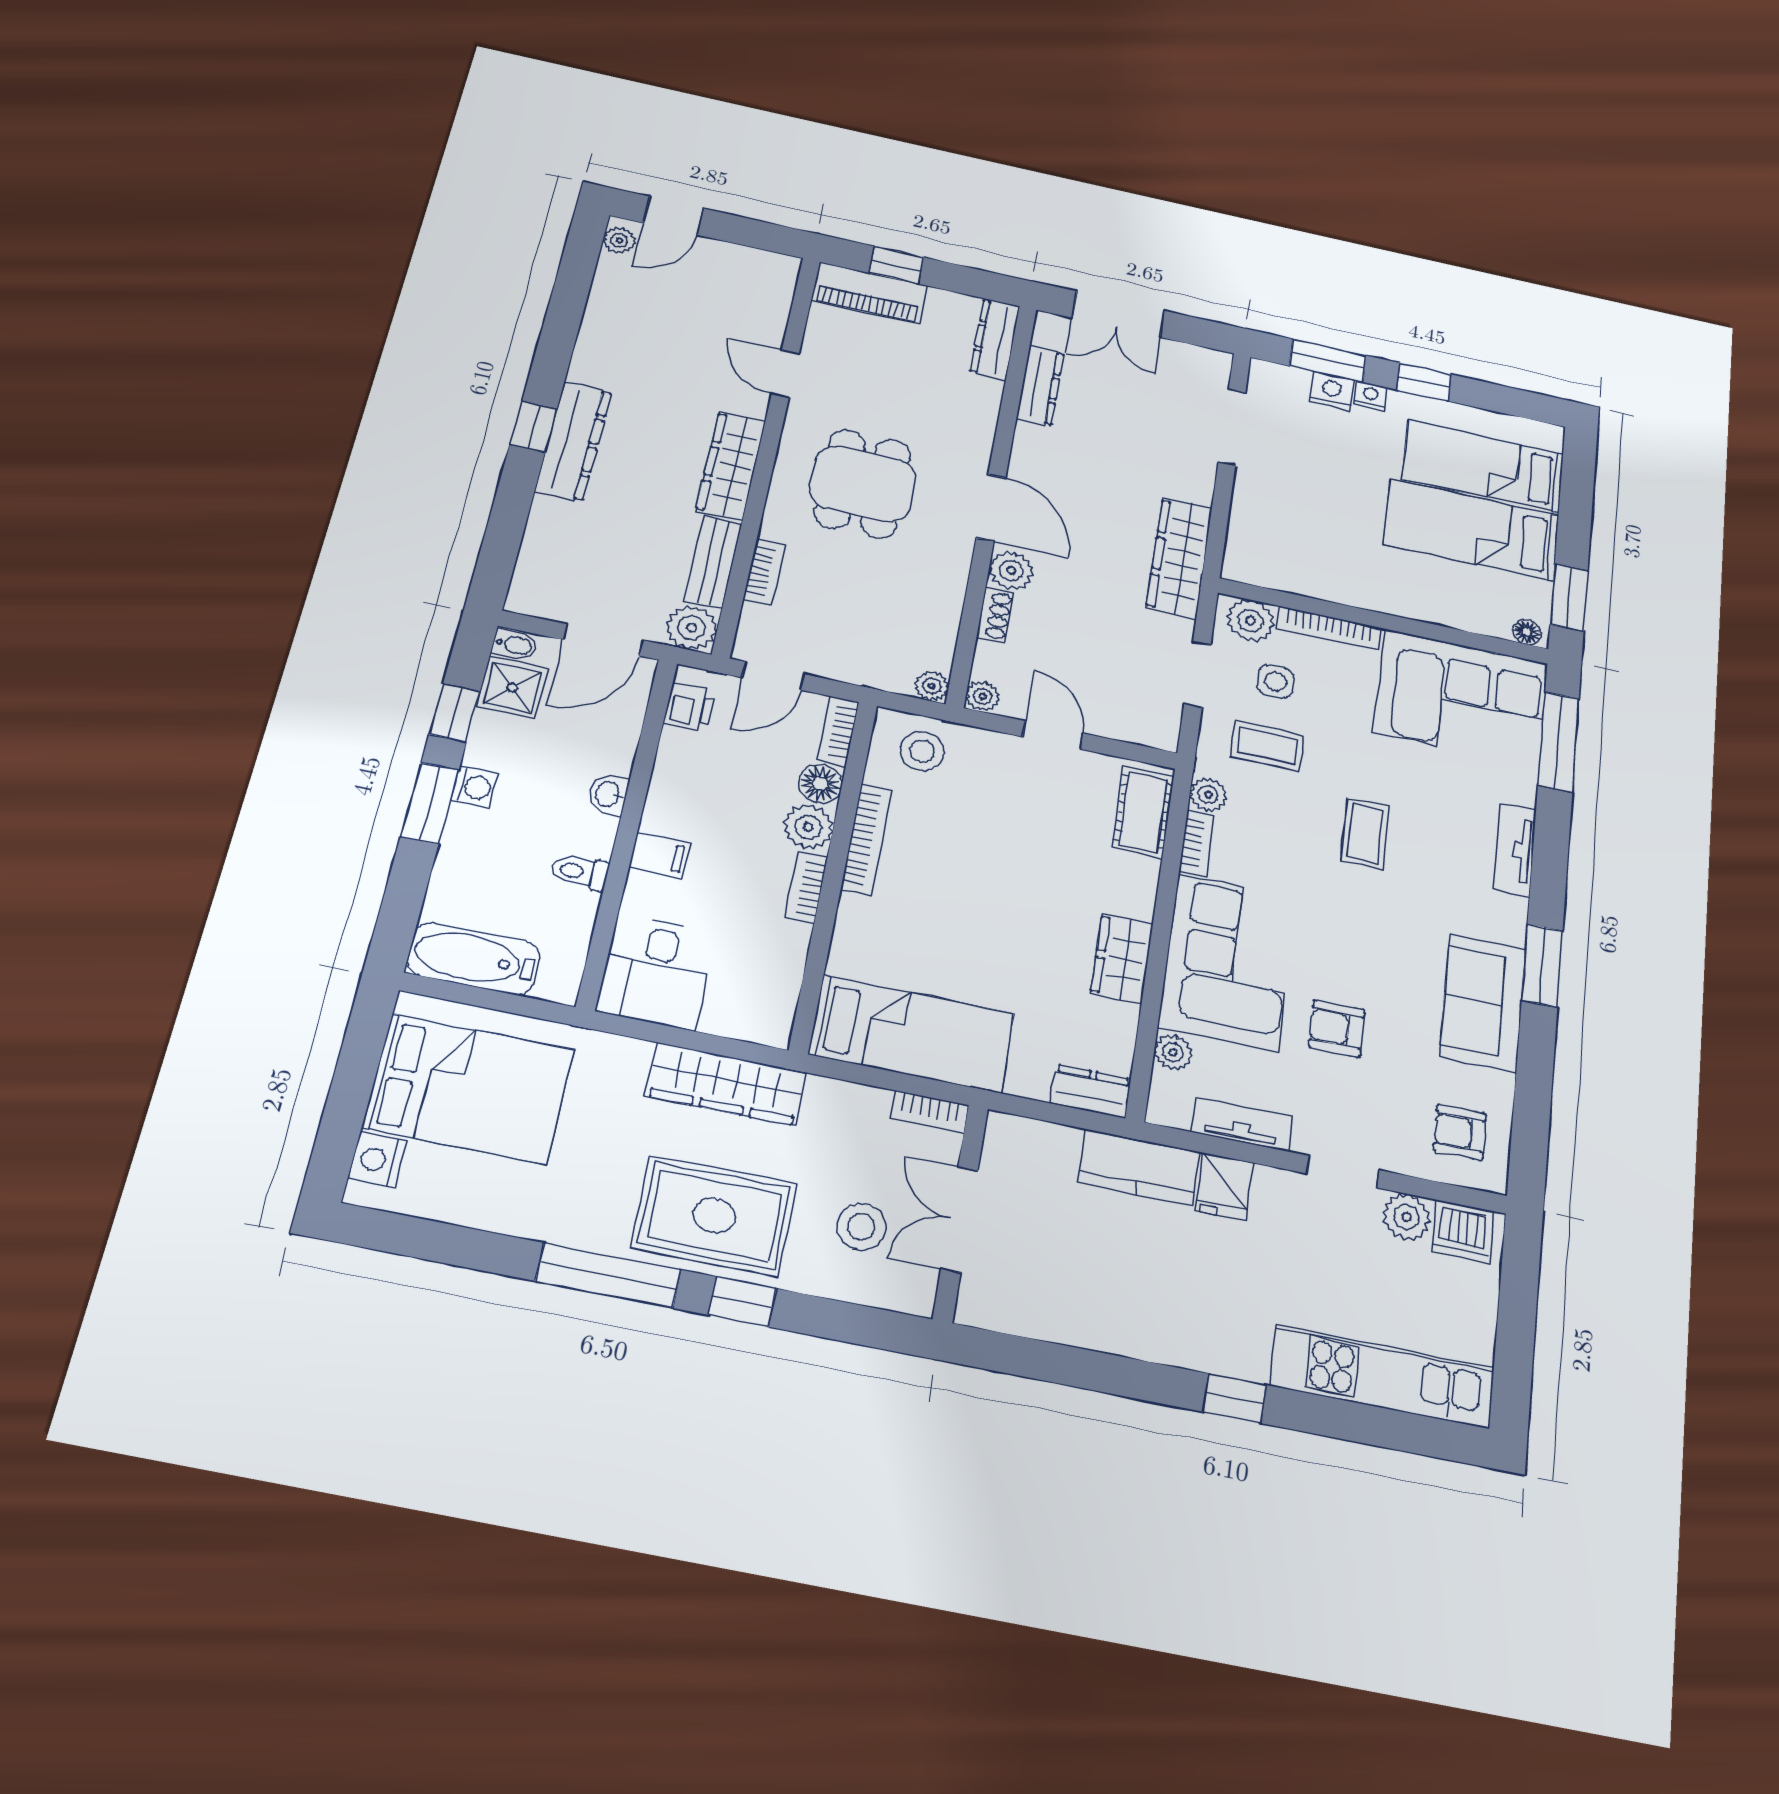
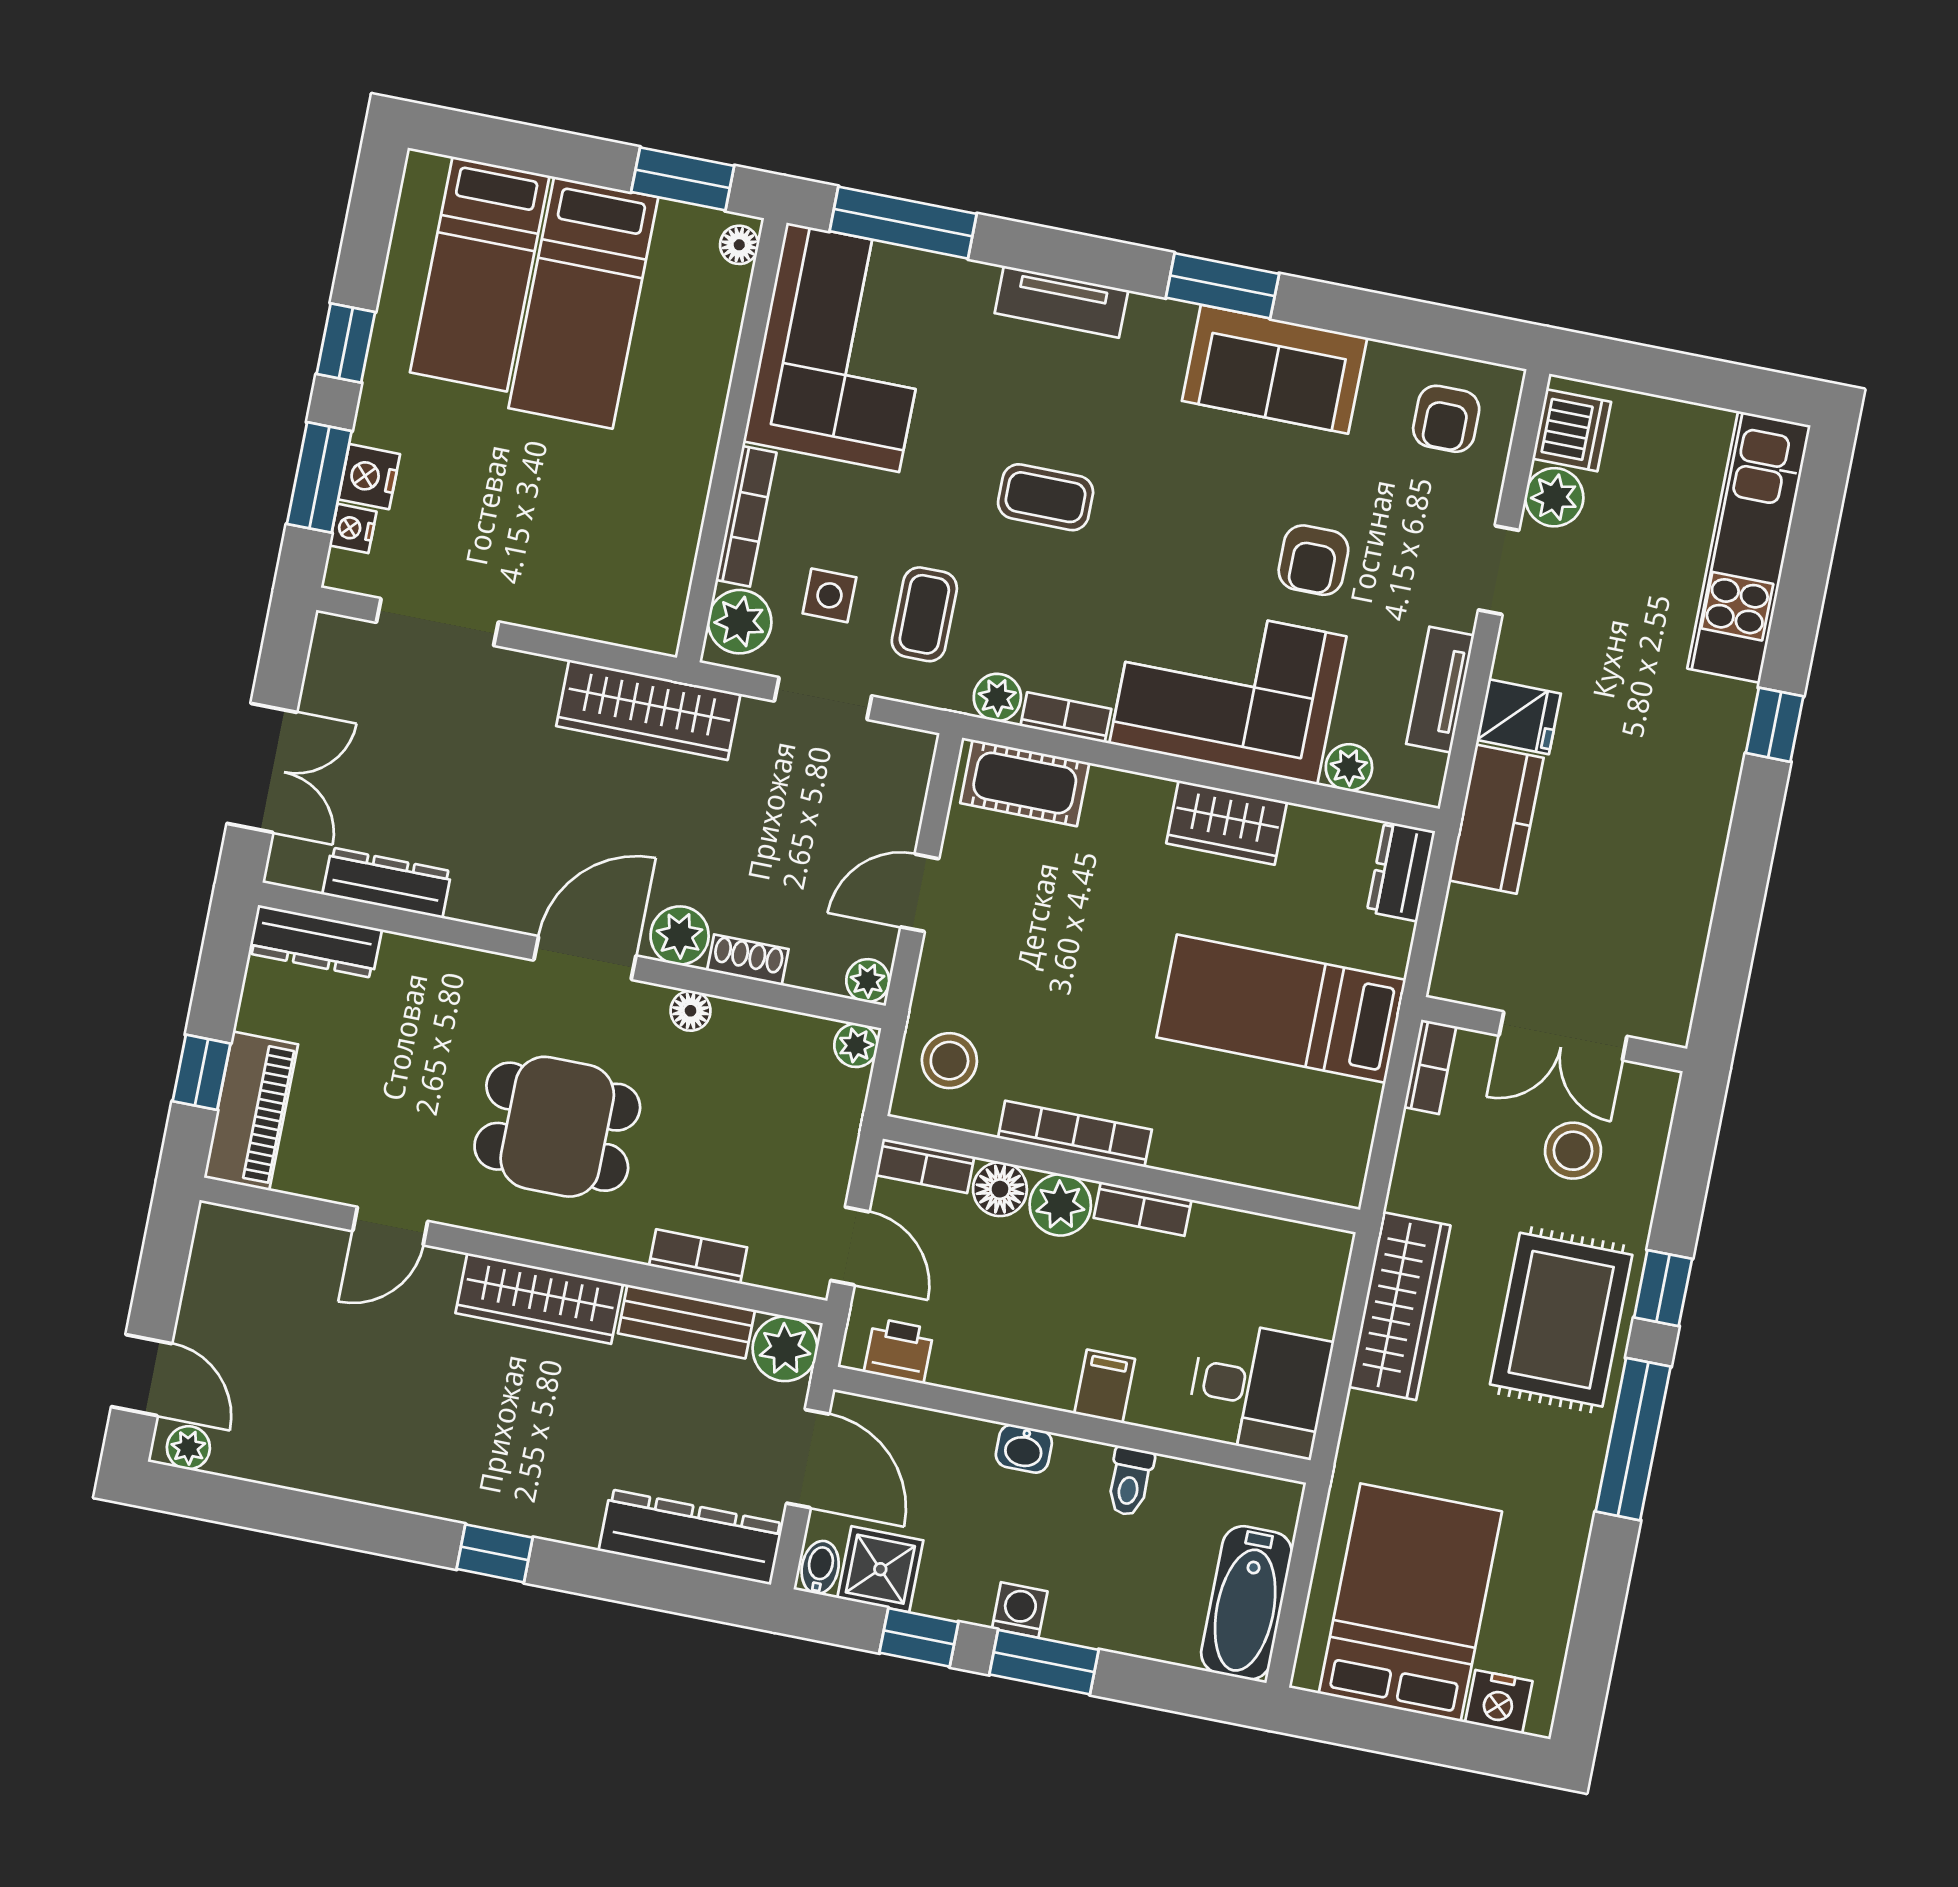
nightstand: (1370, 396) -> (353, 528), moved
dresser: (573, 441) -> (691, 1537), moved
floor lamp: (954, 575) -> (691, 1011), added
bed: (912, 1034) -> (1281, 1009), moved, turned -90

